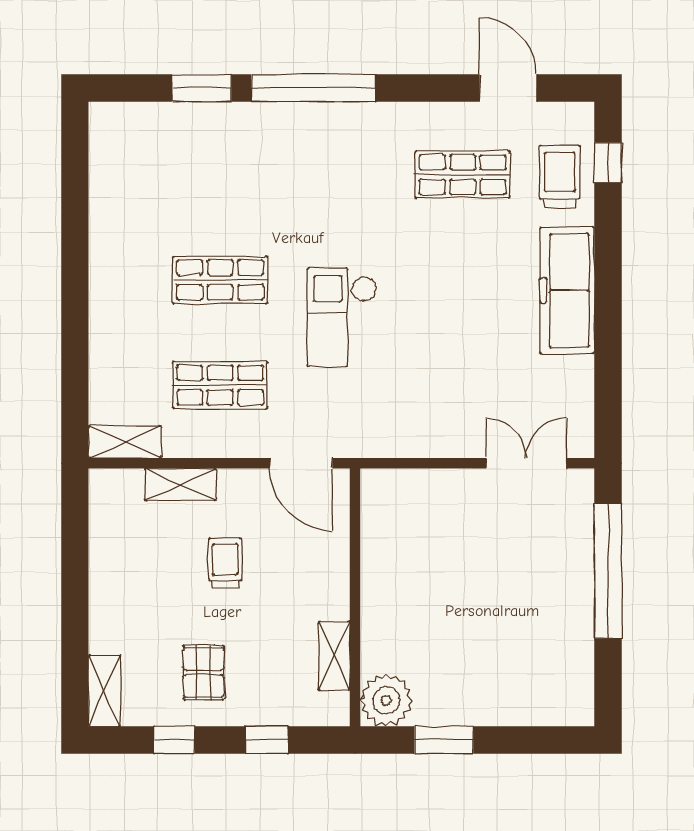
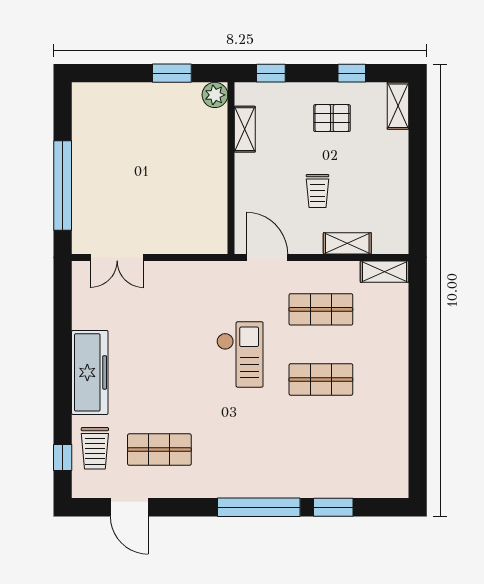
pallet: (204, 672) -> (332, 118), turned 90
plant: (386, 700) -> (215, 95), width x0.73, depth x0.73
window: (267, 740) -> (271, 73), moved

